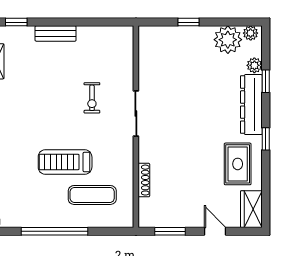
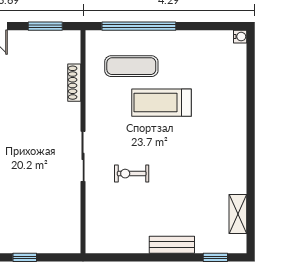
exercise bike: (92, 98) -> (132, 174), turned -90
treadmill: (65, 162) -> (161, 103), turned 180
window: (55, 231) -> (139, 26), moved

